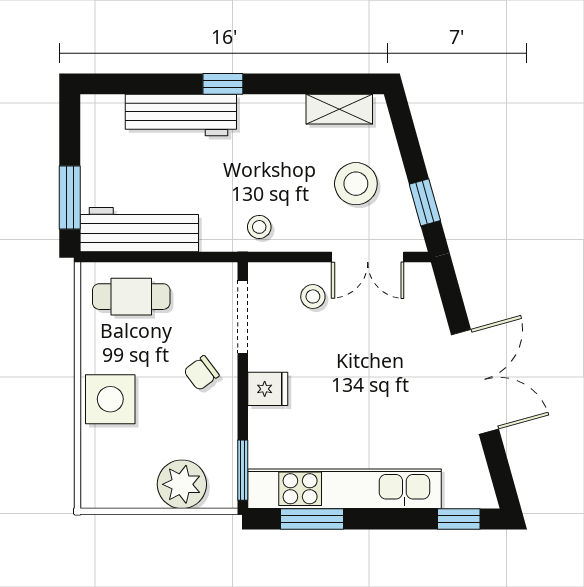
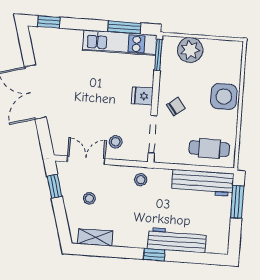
stool: (356, 184) -> (89, 198), width x0.53, depth x0.53
kitchen unit: (344, 489) -> (120, 43), width x0.73

